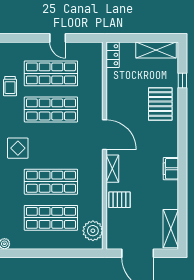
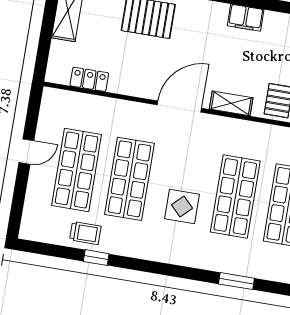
locker: (113, 55) -> (89, 79), moved
display table: (18, 148) -> (182, 207), moved

